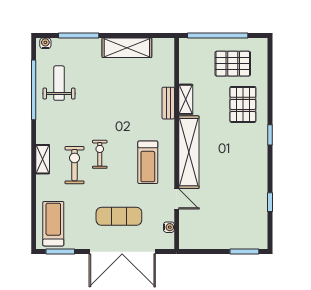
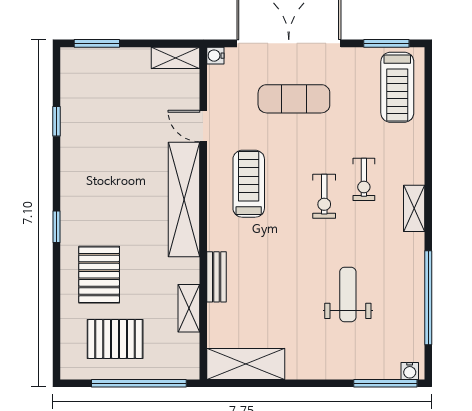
window: (79, 35) -> (385, 383), moved
shelving: (127, 48) -> (246, 364), moved
weight bench: (59, 83) -> (348, 294), moved, turned 180
shelving: (186, 99) -> (189, 308), moved
shelving: (43, 159) -> (414, 208), moved
exercise bike: (75, 165) -> (364, 179), width x0.73, depth x0.72
water cooler: (169, 227) -> (215, 56), moved
shelving: (194, 242) -> (176, 58), added

